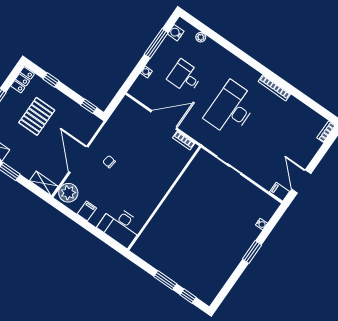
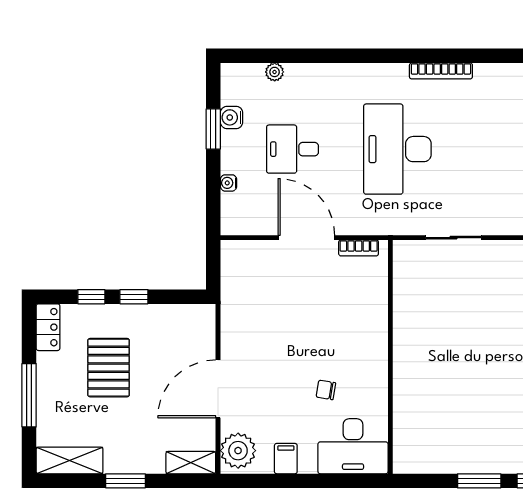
water cooler: (176, 33) -> (232, 117), moved
window: (156, 43) -> (213, 129), width x0.69
window: (89, 106) -> (134, 297), moved
door: (164, 120) -> (306, 238), hinge flipped
door: (78, 159) -> (218, 389), hinge flipped
chair: (109, 162) -> (326, 390), moved

